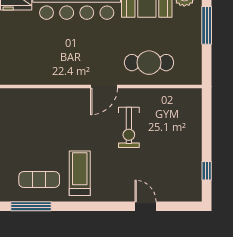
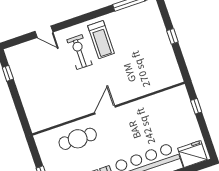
exercise bike: (129, 127) -> (79, 52), moved
exercise mat: (39, 180) -> (129, 25), removed

